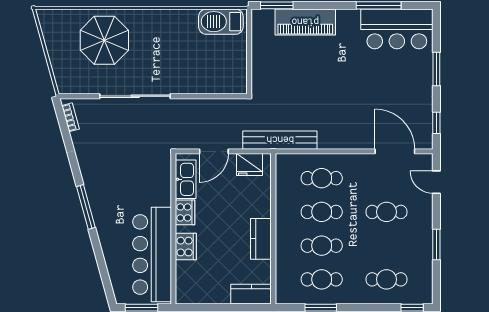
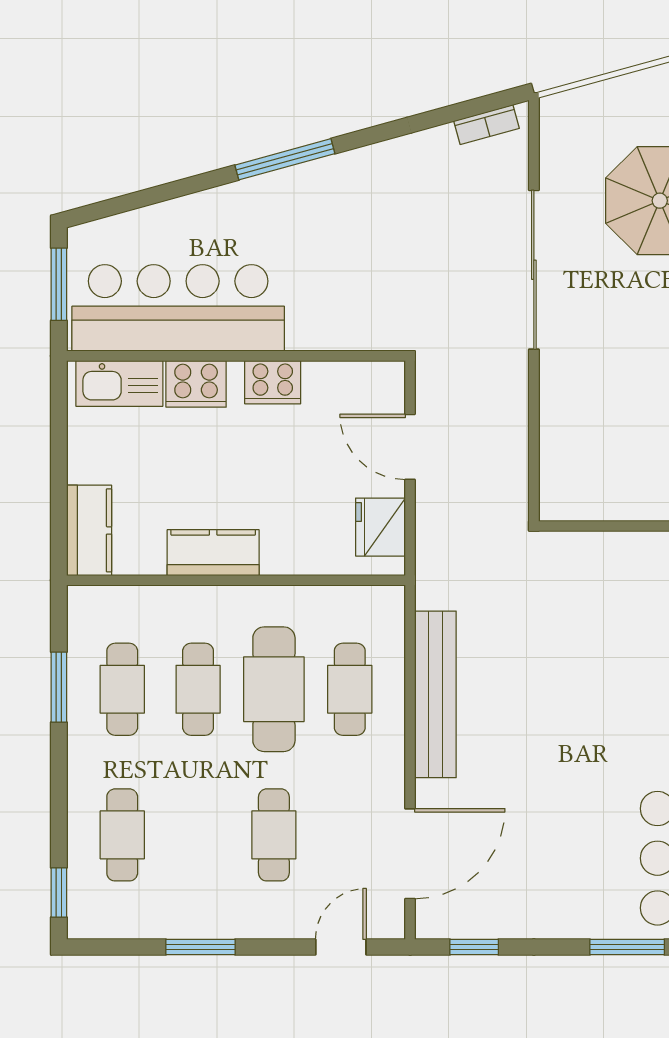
window: (436, 69) -> (627, 947), moved
bench: (280, 140) -> (435, 694), moved
kitchen sink: (186, 179) -> (119, 383), moved
cafe table: (322, 212) -> (274, 689), width x1.37, depth x1.35

